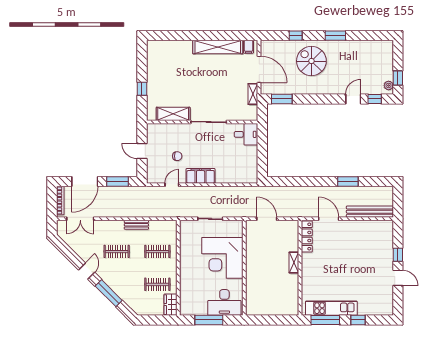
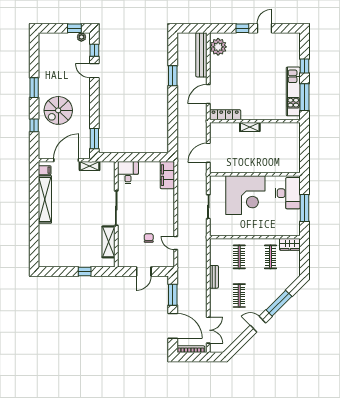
filing cabinet: (201, 176) -> (167, 175), moved
plant: (378, 229) -> (218, 47), added

